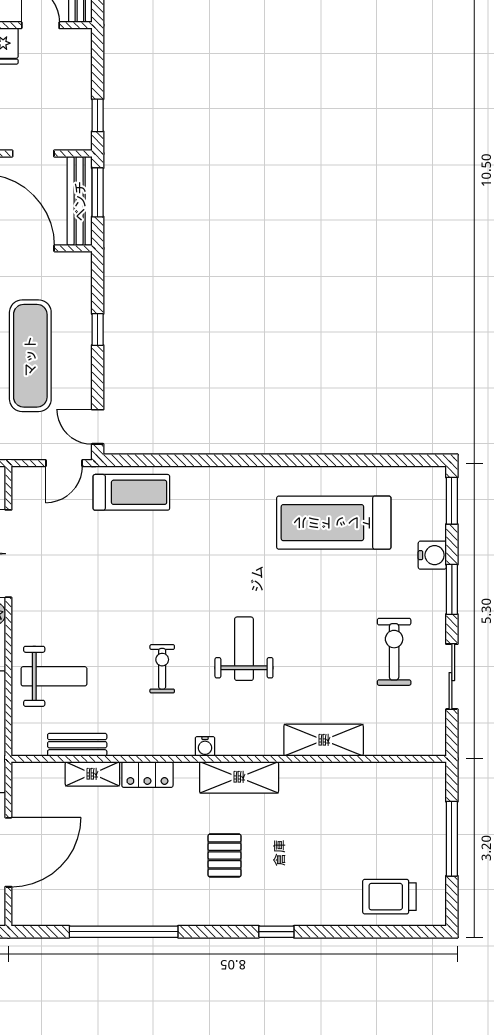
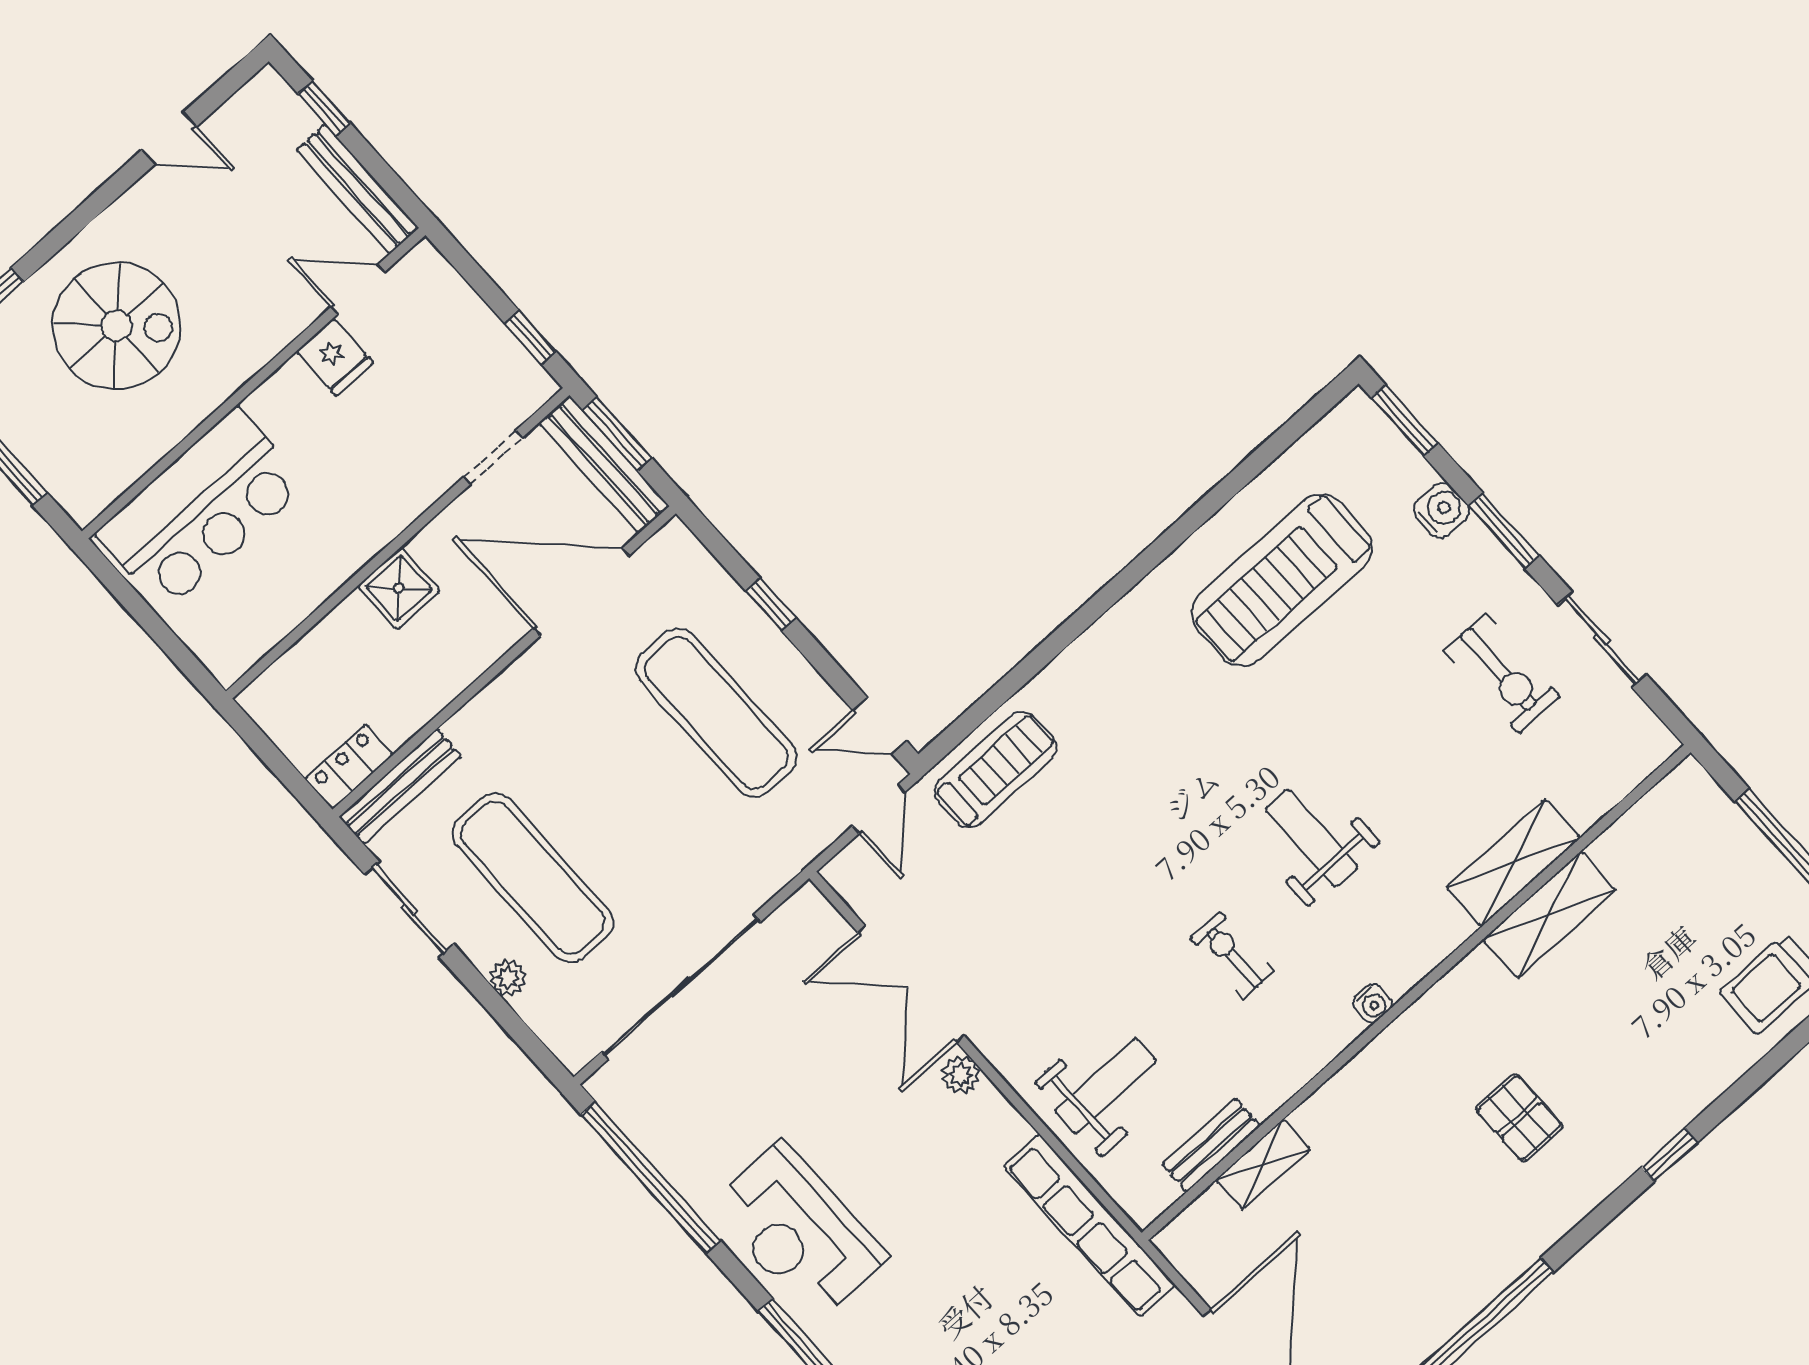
exercise bike: (394, 652) -> (1502, 673), turned 180
locker: (147, 775) -> (1332, 1103), removed
shelving: (239, 777) -> (1549, 915), moved

